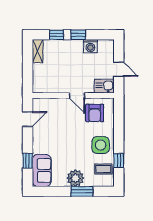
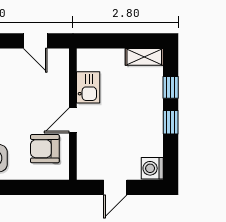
washing machine: (90, 46) -> (152, 168), moved
kitchen sink: (104, 86) -> (88, 87), moved

